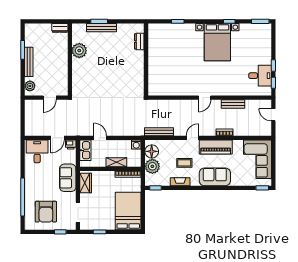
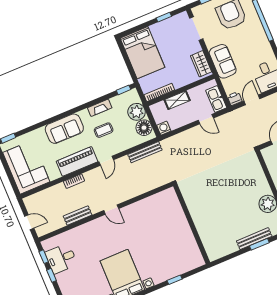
dresser: (139, 41) -> (207, 241), removed
door: (205, 98) -> (111, 210), swing flipped

